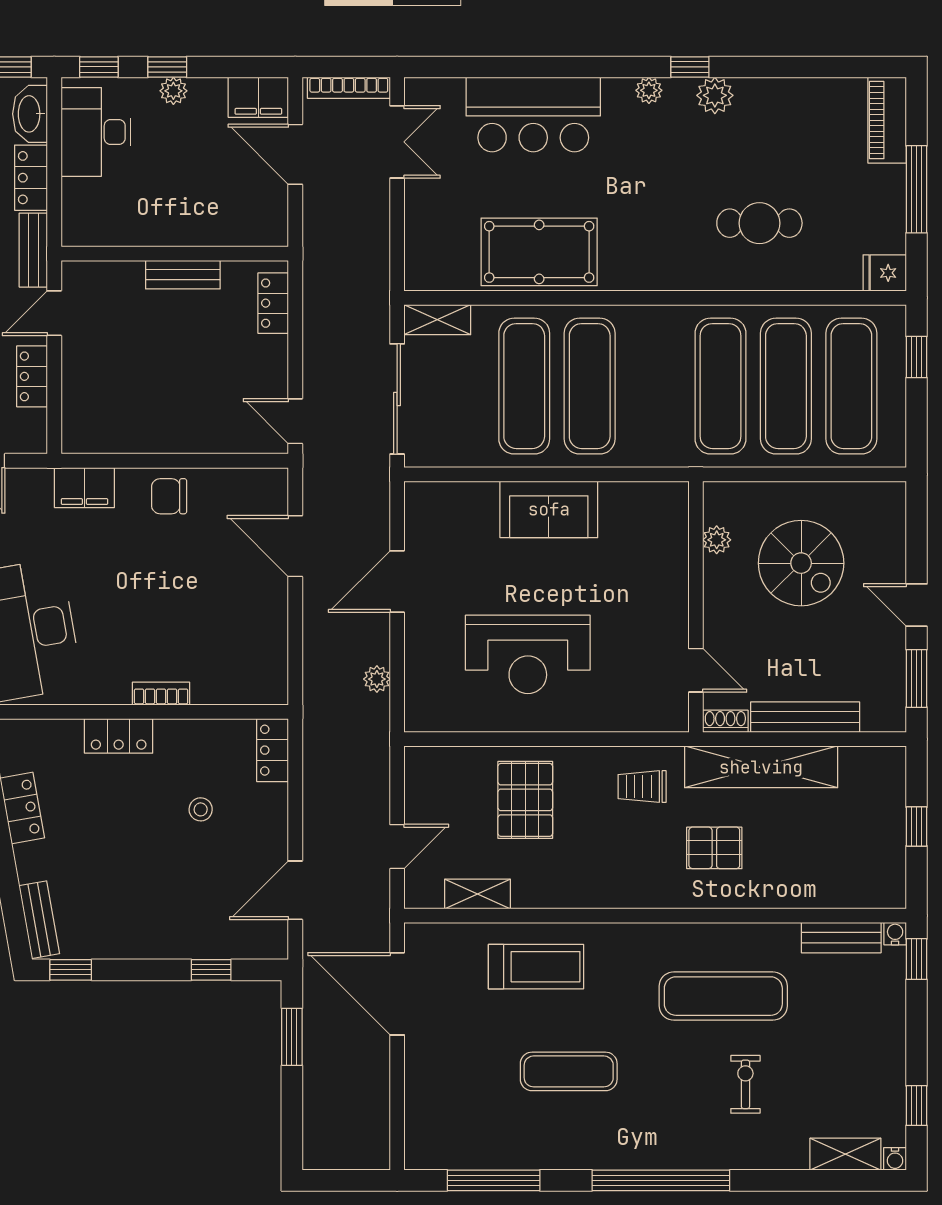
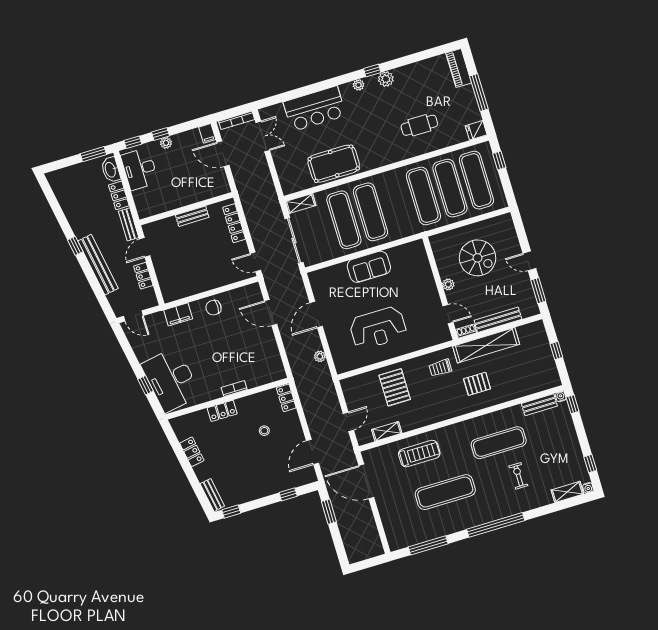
filing cabinet: (258, 97) -> (207, 133), width x0.50
locker: (273, 303) -> (234, 223), width x1.53
plant: (717, 540) -> (448, 284), moved
exercise mat: (569, 1071) -> (445, 492), width x1.36, depth x1.45

